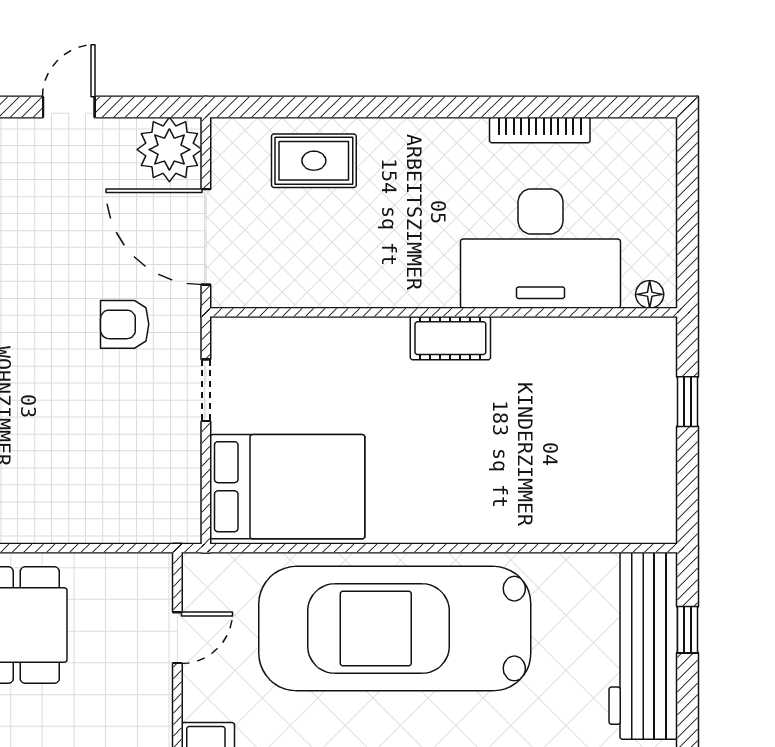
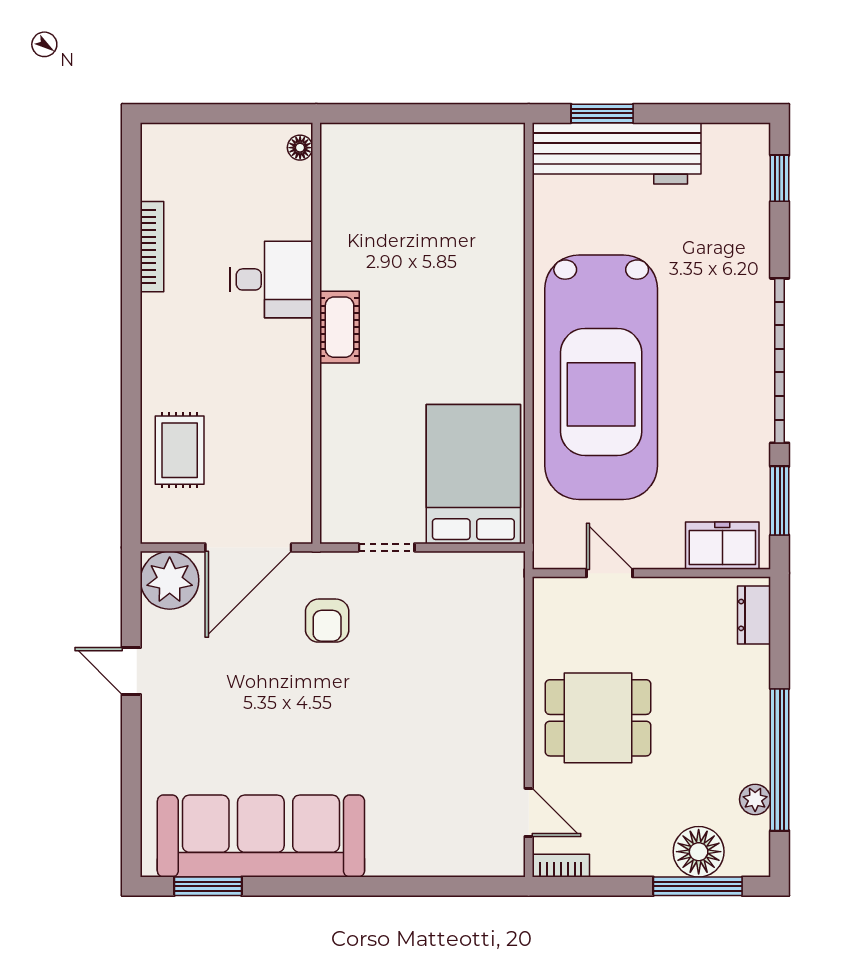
desk: (540, 249) -> (271, 279), width x0.53, depth x0.77
window: (688, 402) -> (397, 113), removed
window: (688, 630) -> (602, 113), width x1.50

